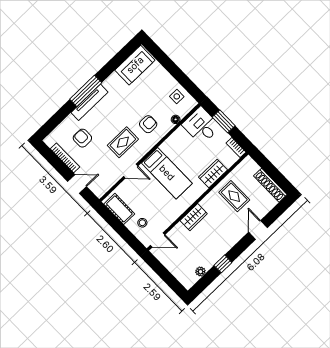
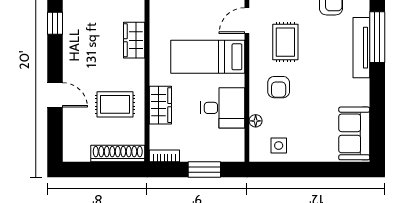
window: (86, 91) -> (377, 37), moved
desk: (201, 126) -> (223, 108), moved
shoe rack: (270, 185) -> (118, 154), moved

